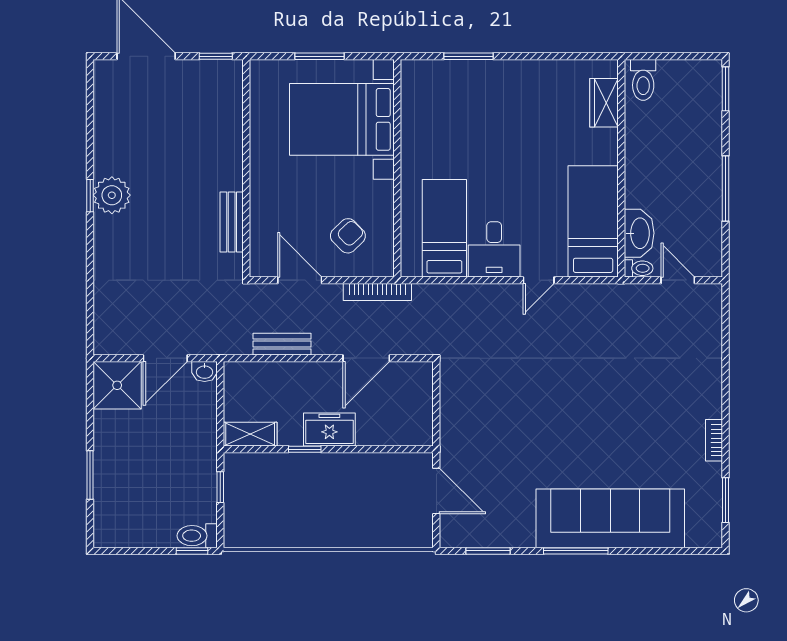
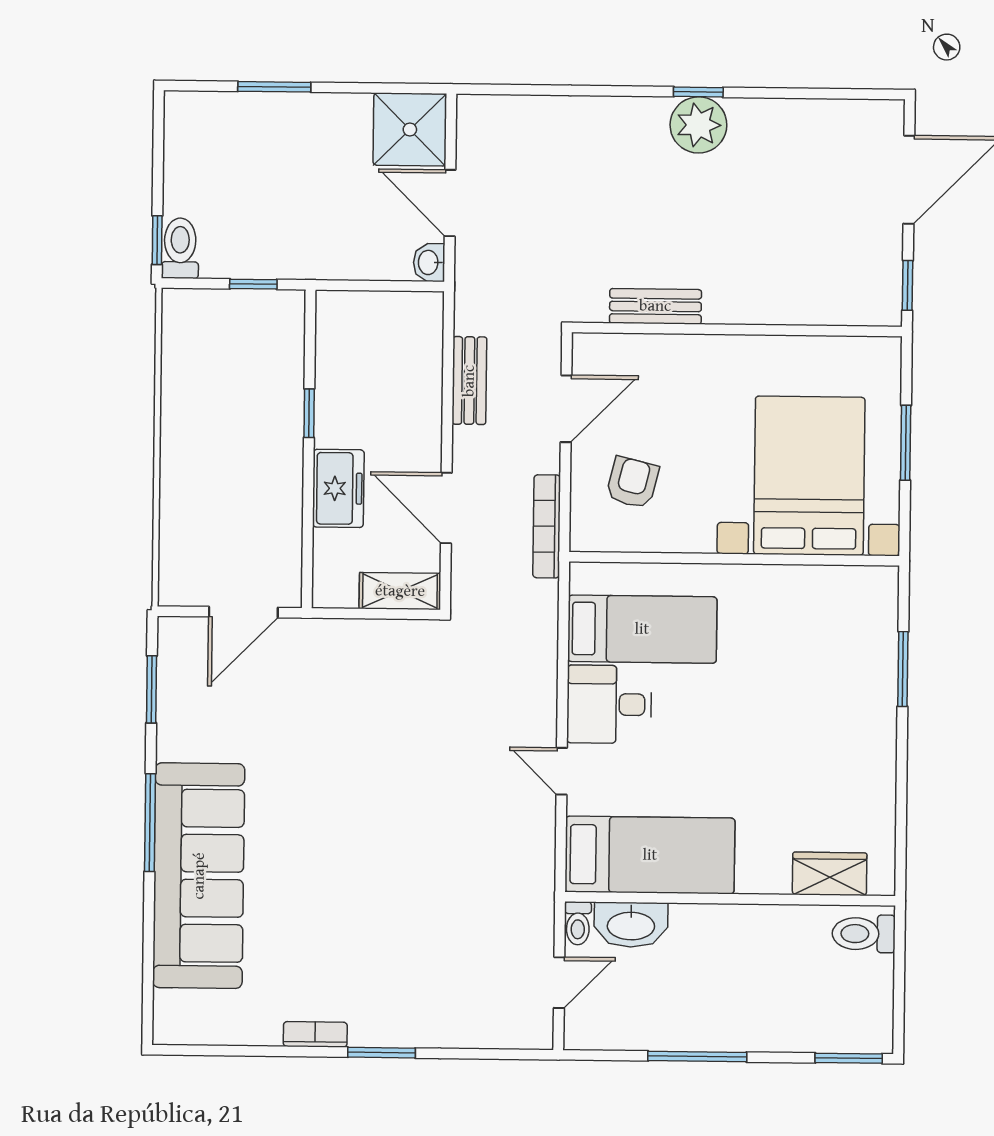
armchair: (348, 236) -> (632, 483), turned -122
freezer: (329, 430) -> (338, 488), moved
shelving: (250, 434) -> (400, 591), moved, turned 90
window: (725, 500) -> (382, 1053), moved

